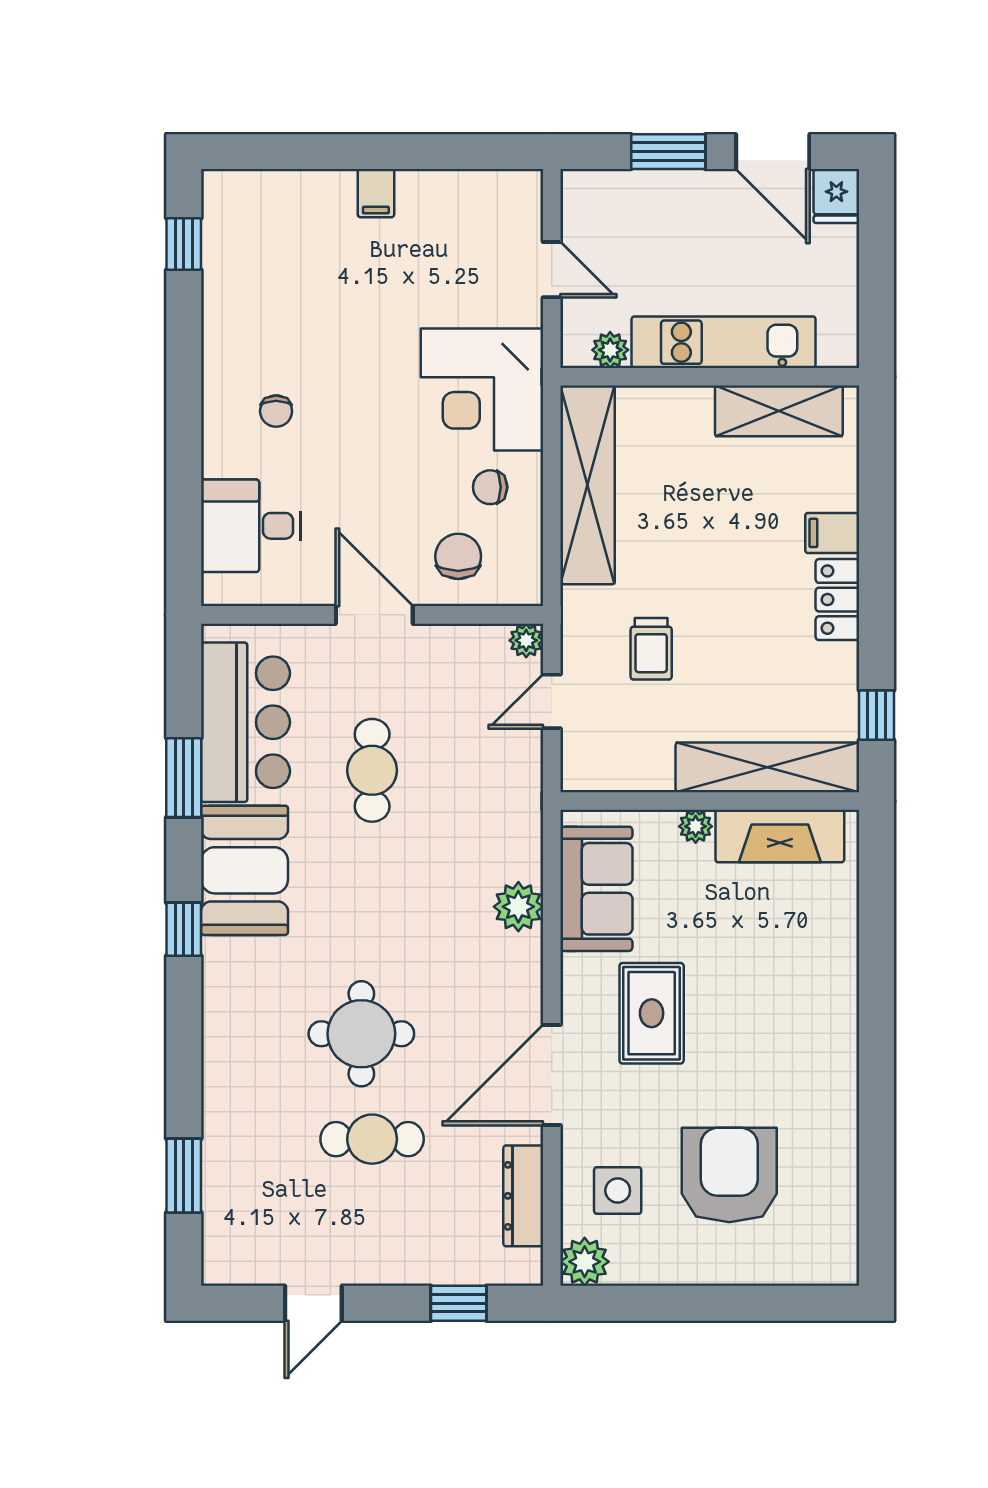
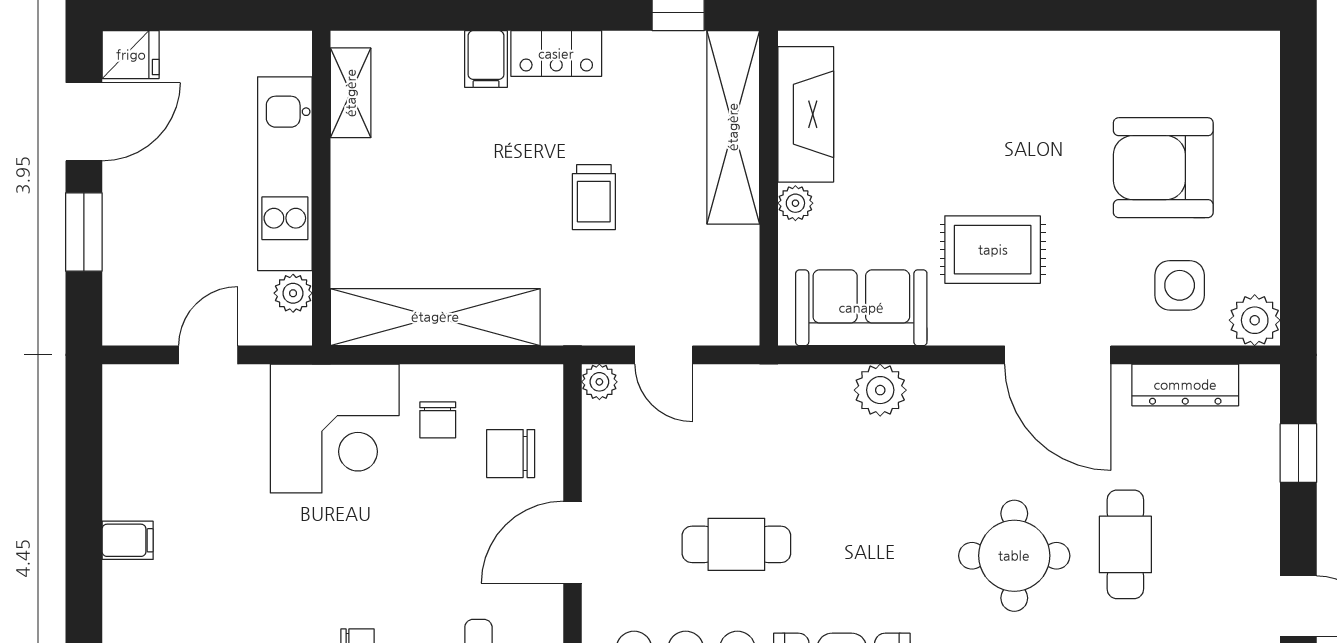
shelving: (779, 411) -> (351, 93), width x0.67, depth x0.75
trolley: (651, 649) -> (594, 197), moved, turned 90

